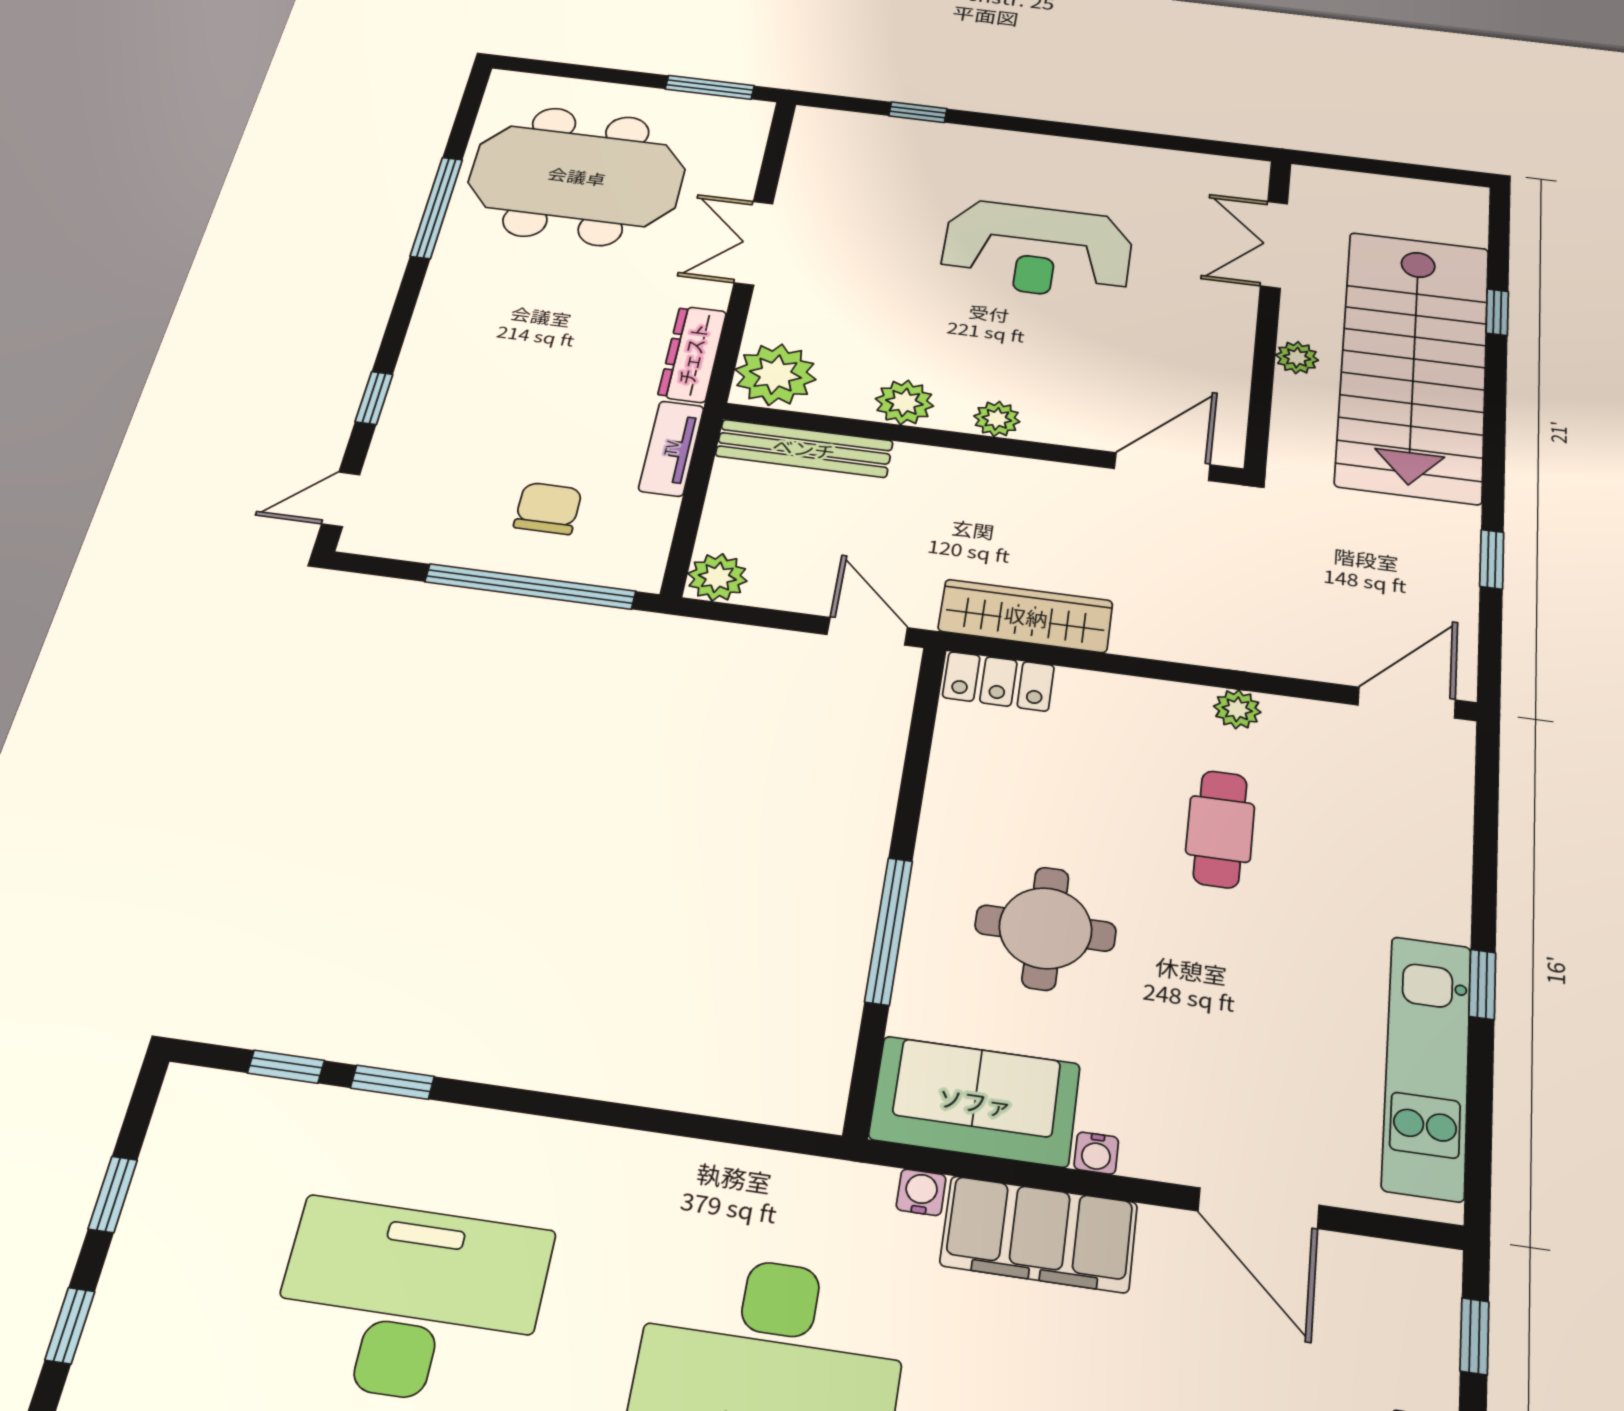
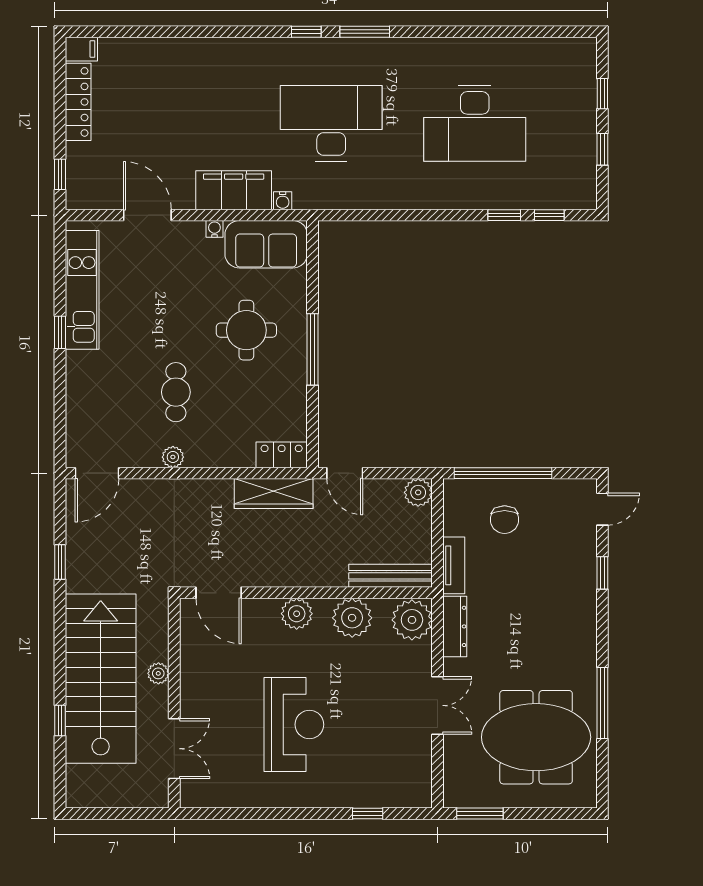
reception desk: (1037, 250) -> (294, 725), turned 90
plant: (904, 402) -> (352, 618), width x1.36, depth x1.36
plant: (997, 419) -> (297, 614), width x1.38, depth x1.38
door: (1162, 467) -> (219, 593), hinge flipped
window: (889, 931) -> (313, 349), moved

